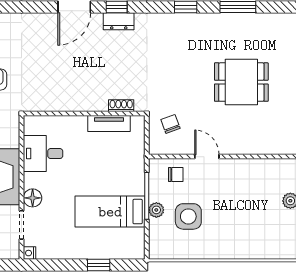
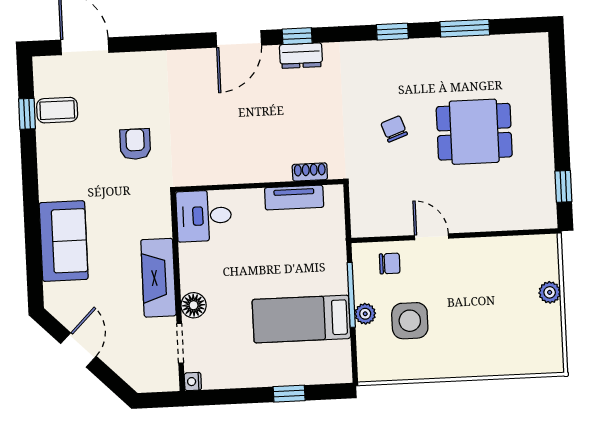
chair: (170, 124) -> (394, 129), moved
desk: (43, 154) -> (204, 216), moved

